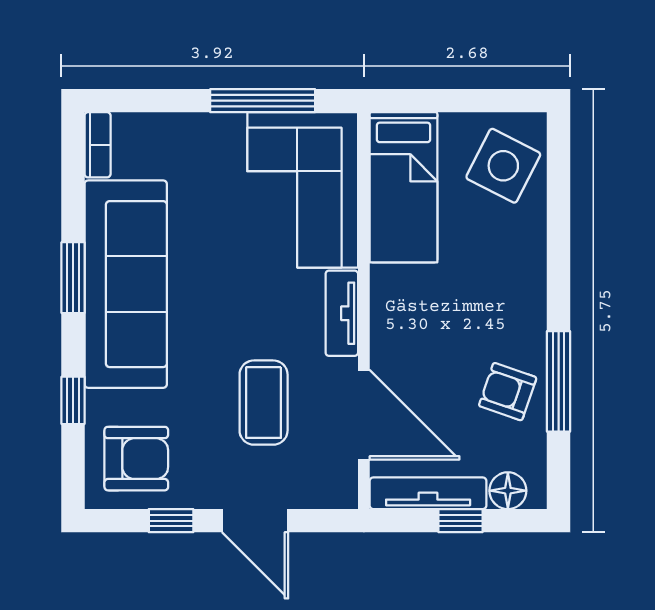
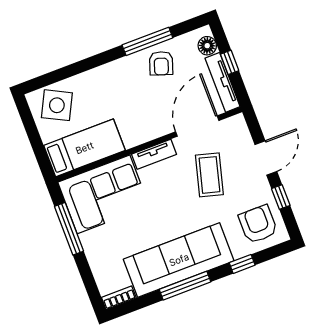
window: (73, 278) -> (185, 286), width x1.44
coffee table: (264, 403) -> (209, 175), turned -75

